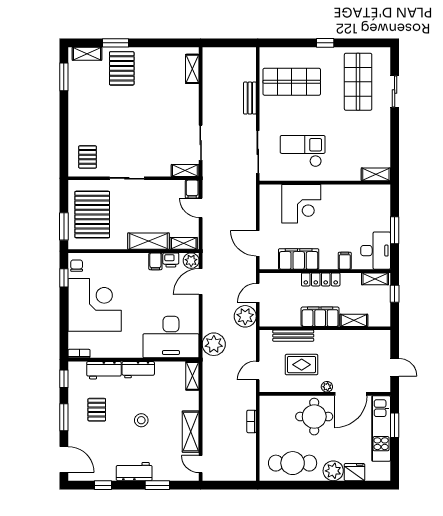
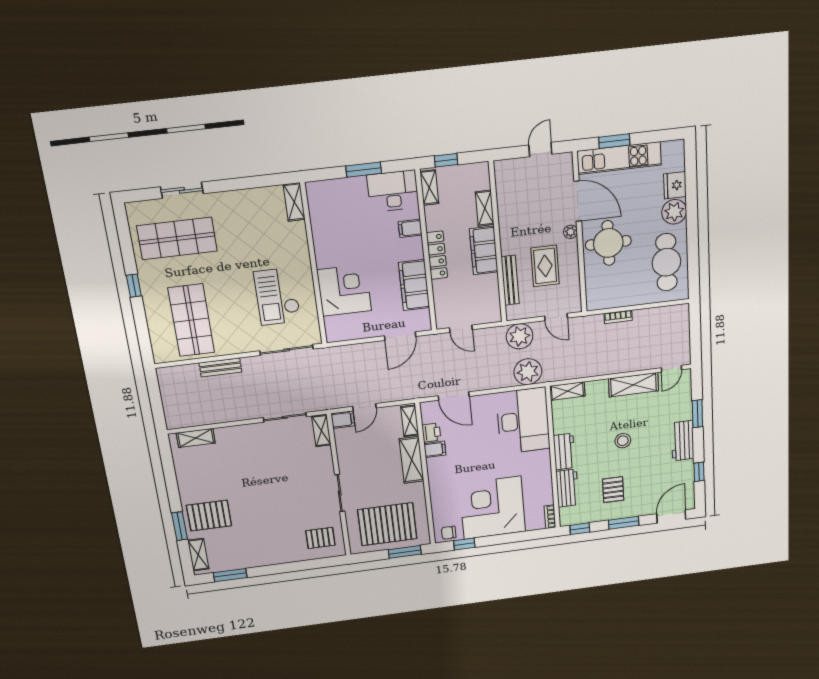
plant: (191, 261) -> (430, 410), removed
plant: (245, 316) -> (520, 336), moved
pallet: (97, 410) -> (613, 490), turned 90

